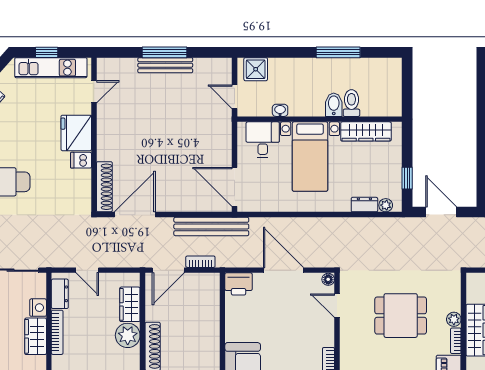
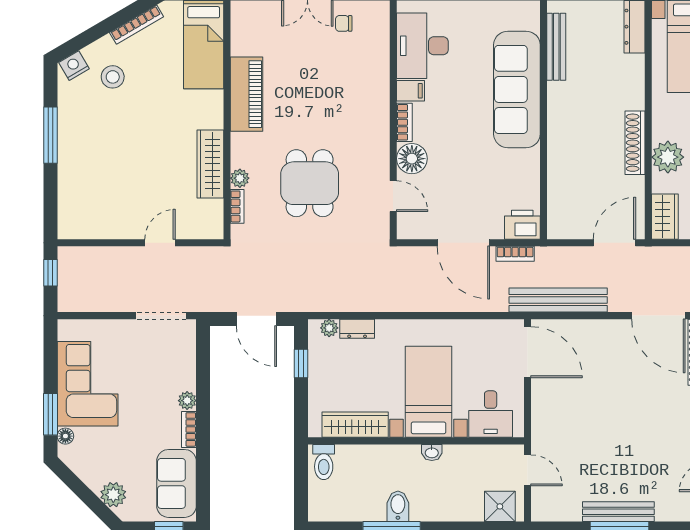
toilet: (351, 103) -> (324, 462), moved
bidet: (334, 105) -> (398, 506), moved, turned 180
washbasin: (280, 110) -> (432, 452), moved
door: (135, 215) -> (658, 316), hinge flipped
bookcase: (200, 262) -> (515, 254), moved
floor lamp: (328, 279) -> (412, 159), moved, width x1.89, depth x1.89
wardrobe: (130, 304) -> (665, 217), moved
dining table: (401, 316) -> (310, 183), turned 90
bookcase: (456, 341) -> (237, 206), moved

